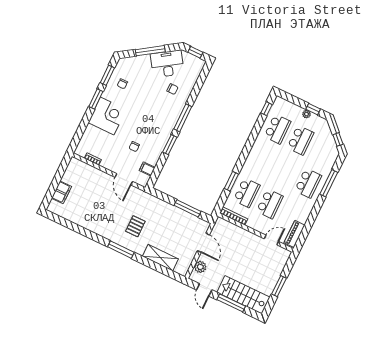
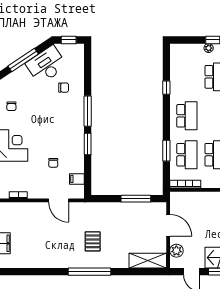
window: (267, 109) -> (166, 88), moved
school desk: (277, 129) -> (187, 116), moved
window: (121, 250) -> (89, 272), width x1.46
shelving: (160, 258) -> (148, 261), moved

